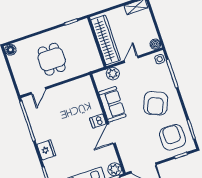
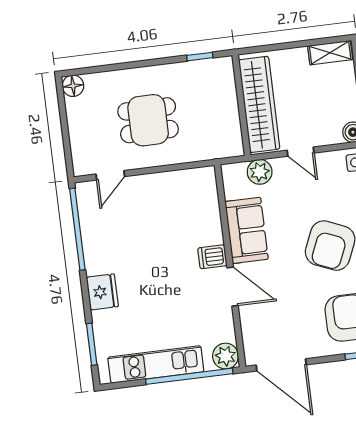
dining table: (52, 59) -> (148, 120), turned 90
door: (131, 59) -> (301, 152), swing flipped
door: (111, 134) -> (233, 287), swing flipped

